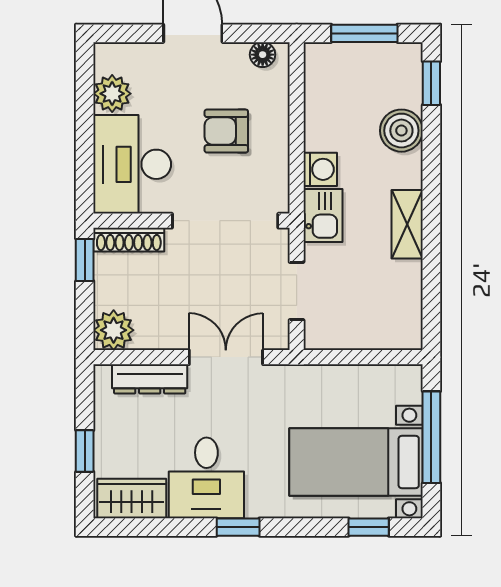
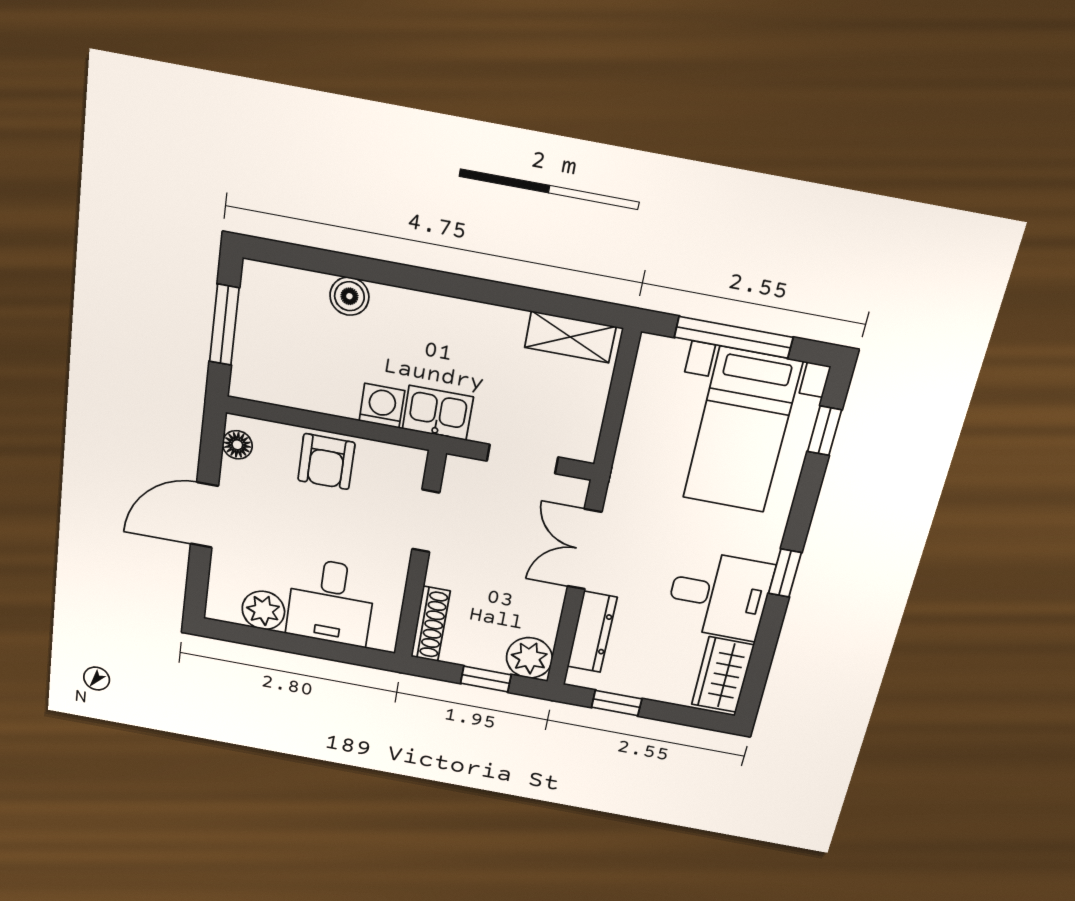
window: (431, 83) -> (295, 256), removed
armchair: (226, 131) -> (326, 462), moved
boiler: (401, 131) -> (349, 296), width x0.73, depth x0.73
desk: (132, 164) -> (331, 602), width x0.73
doorway: (225, 221) -> (426, 521), width x0.53
shelving: (407, 224) -> (570, 337), moved
window: (85, 260) -> (486, 679), moved
window: (85, 451) -> (617, 703), moved

